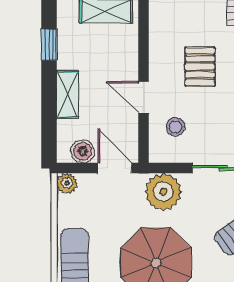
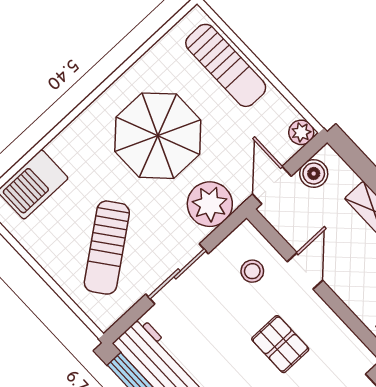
door: (143, 97) -> (305, 271), hinge flipped
door: (115, 168) -> (272, 185), swing flipped

